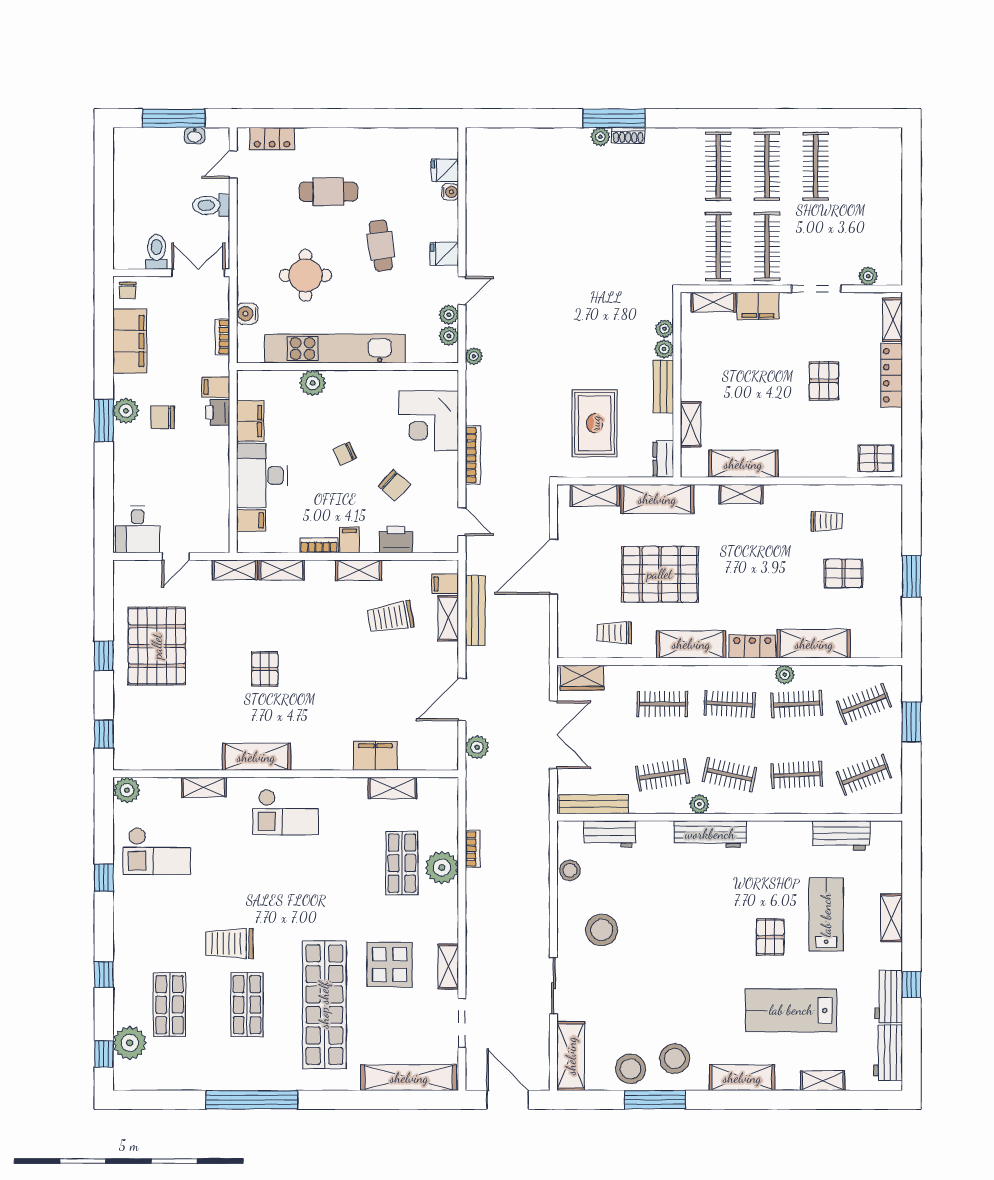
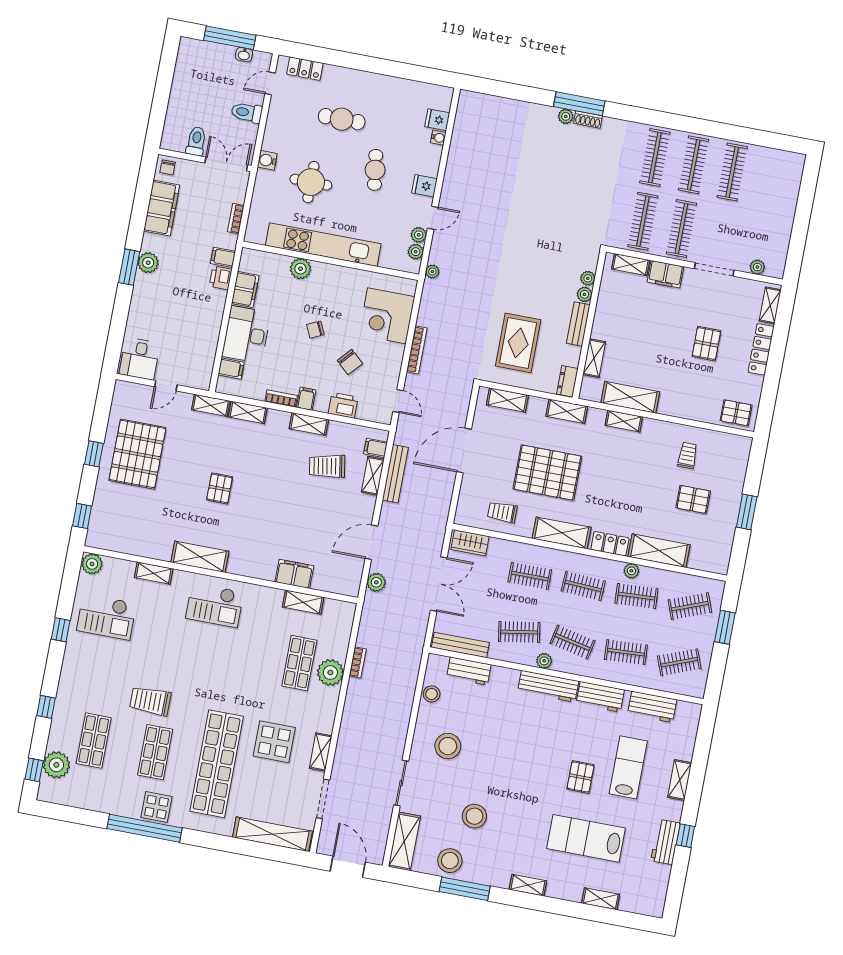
water cooler: (247, 314) -> (267, 160), moved
chair: (163, 417) -> (176, 273), removed
shelving: (657, 499) -> (567, 411), width x0.67, depth x0.75
trolley: (827, 521) -> (688, 456), turned -90
workbench: (888, 1053) -> (600, 697), moved, turned -90
stool: (675, 1059) -> (474, 816), moved
display table: (261, 1071) -> (156, 807), added
shelving: (742, 1078) -> (528, 885), width x0.67, depth x0.75

